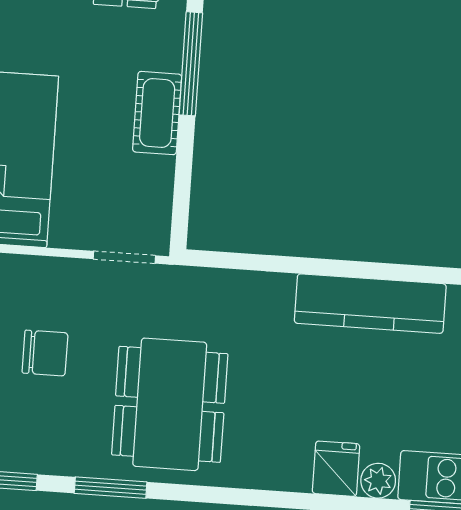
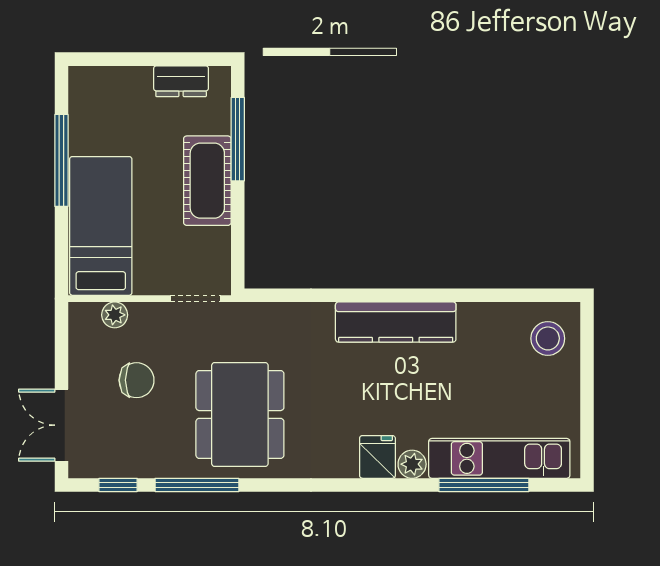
cot: (157, 113) -> (207, 181), width x1.37, depth x1.34
plant: (24, 270) -> (115, 315), added
window: (111, 488) -> (197, 485), width x1.44

